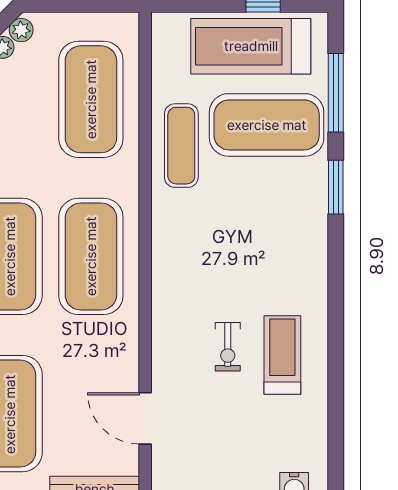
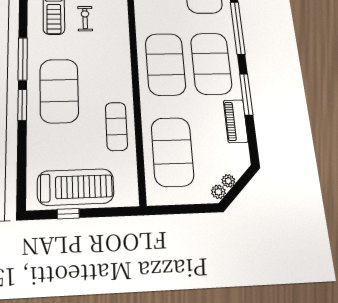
window: (336, 93) -> (23, 59), moved
exercise mat: (267, 125) -> (59, 91), moved, turned 90

